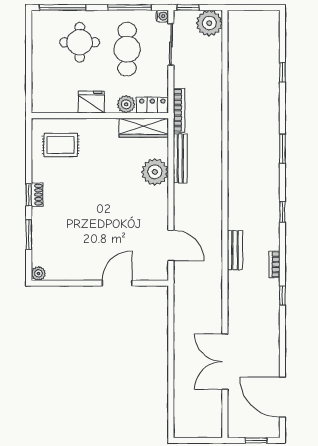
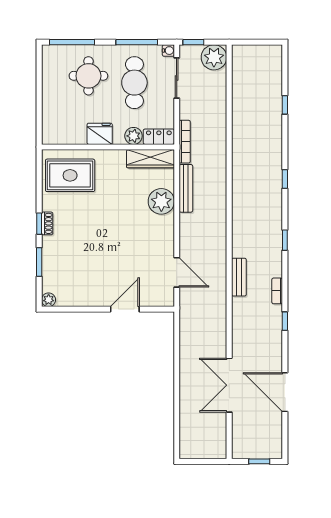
rug: (61, 145) -> (70, 175), width x1.36, depth x1.43
window: (282, 149) -> (285, 179), width x0.67
door: (282, 397) -> (285, 392), moved

